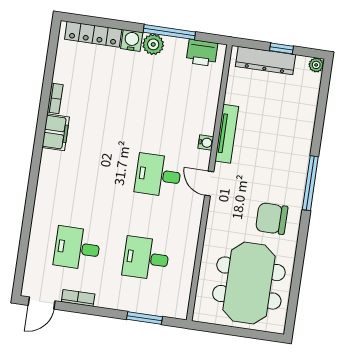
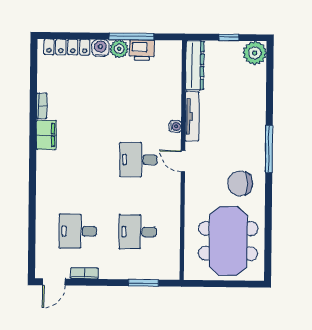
printer: (202, 53) -> (142, 50), moved
dresser: (265, 61) -> (195, 65), moved, turned -90
plant: (316, 65) -> (255, 53), width x1.87, depth x1.87

